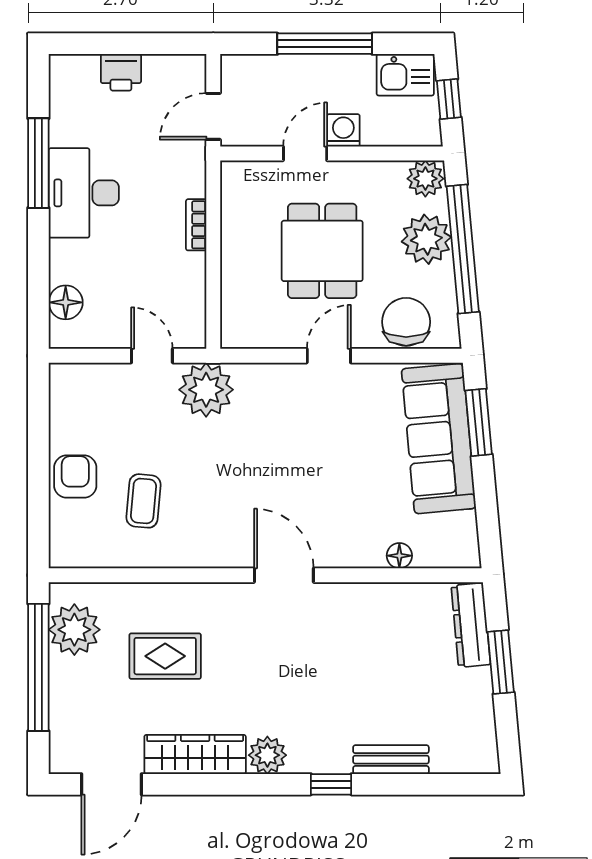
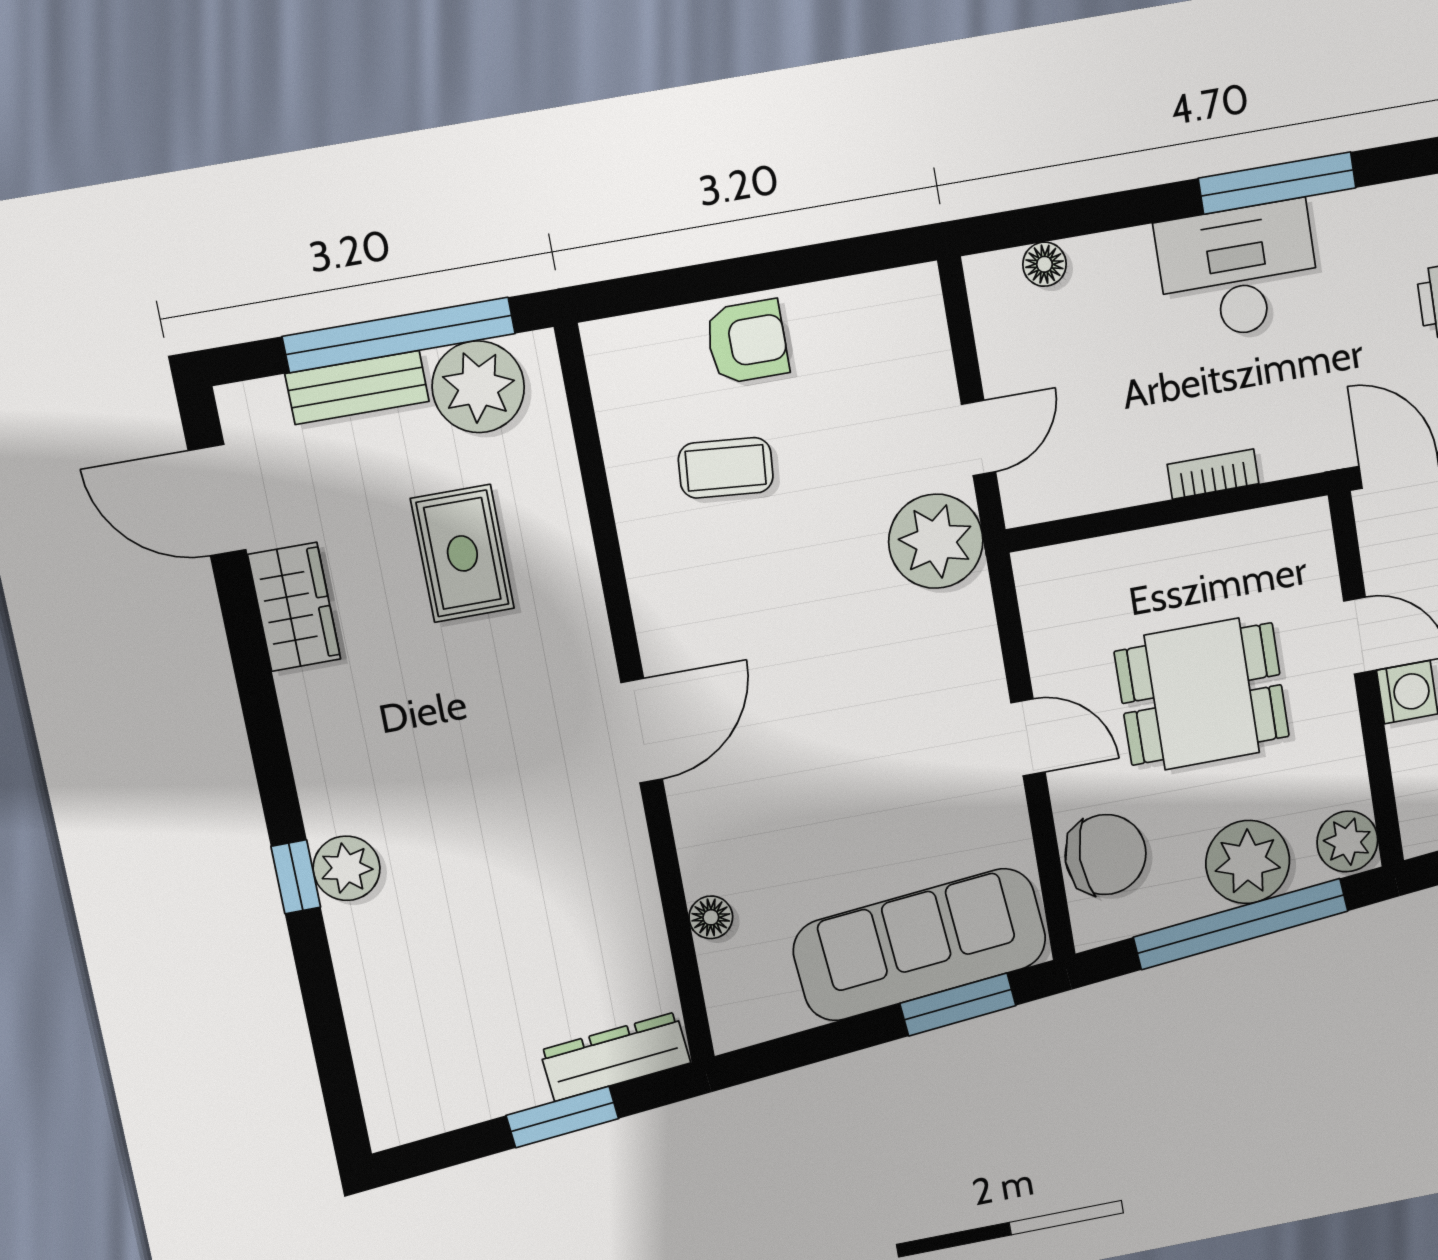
floor lamp: (66, 302) -> (1044, 264), width x0.73, depth x0.73
wardrobe: (195, 754) -> (294, 607), width x0.67
plant: (267, 755) -> (347, 868), moved
bench: (391, 760) -> (357, 387), moved, turned 90

